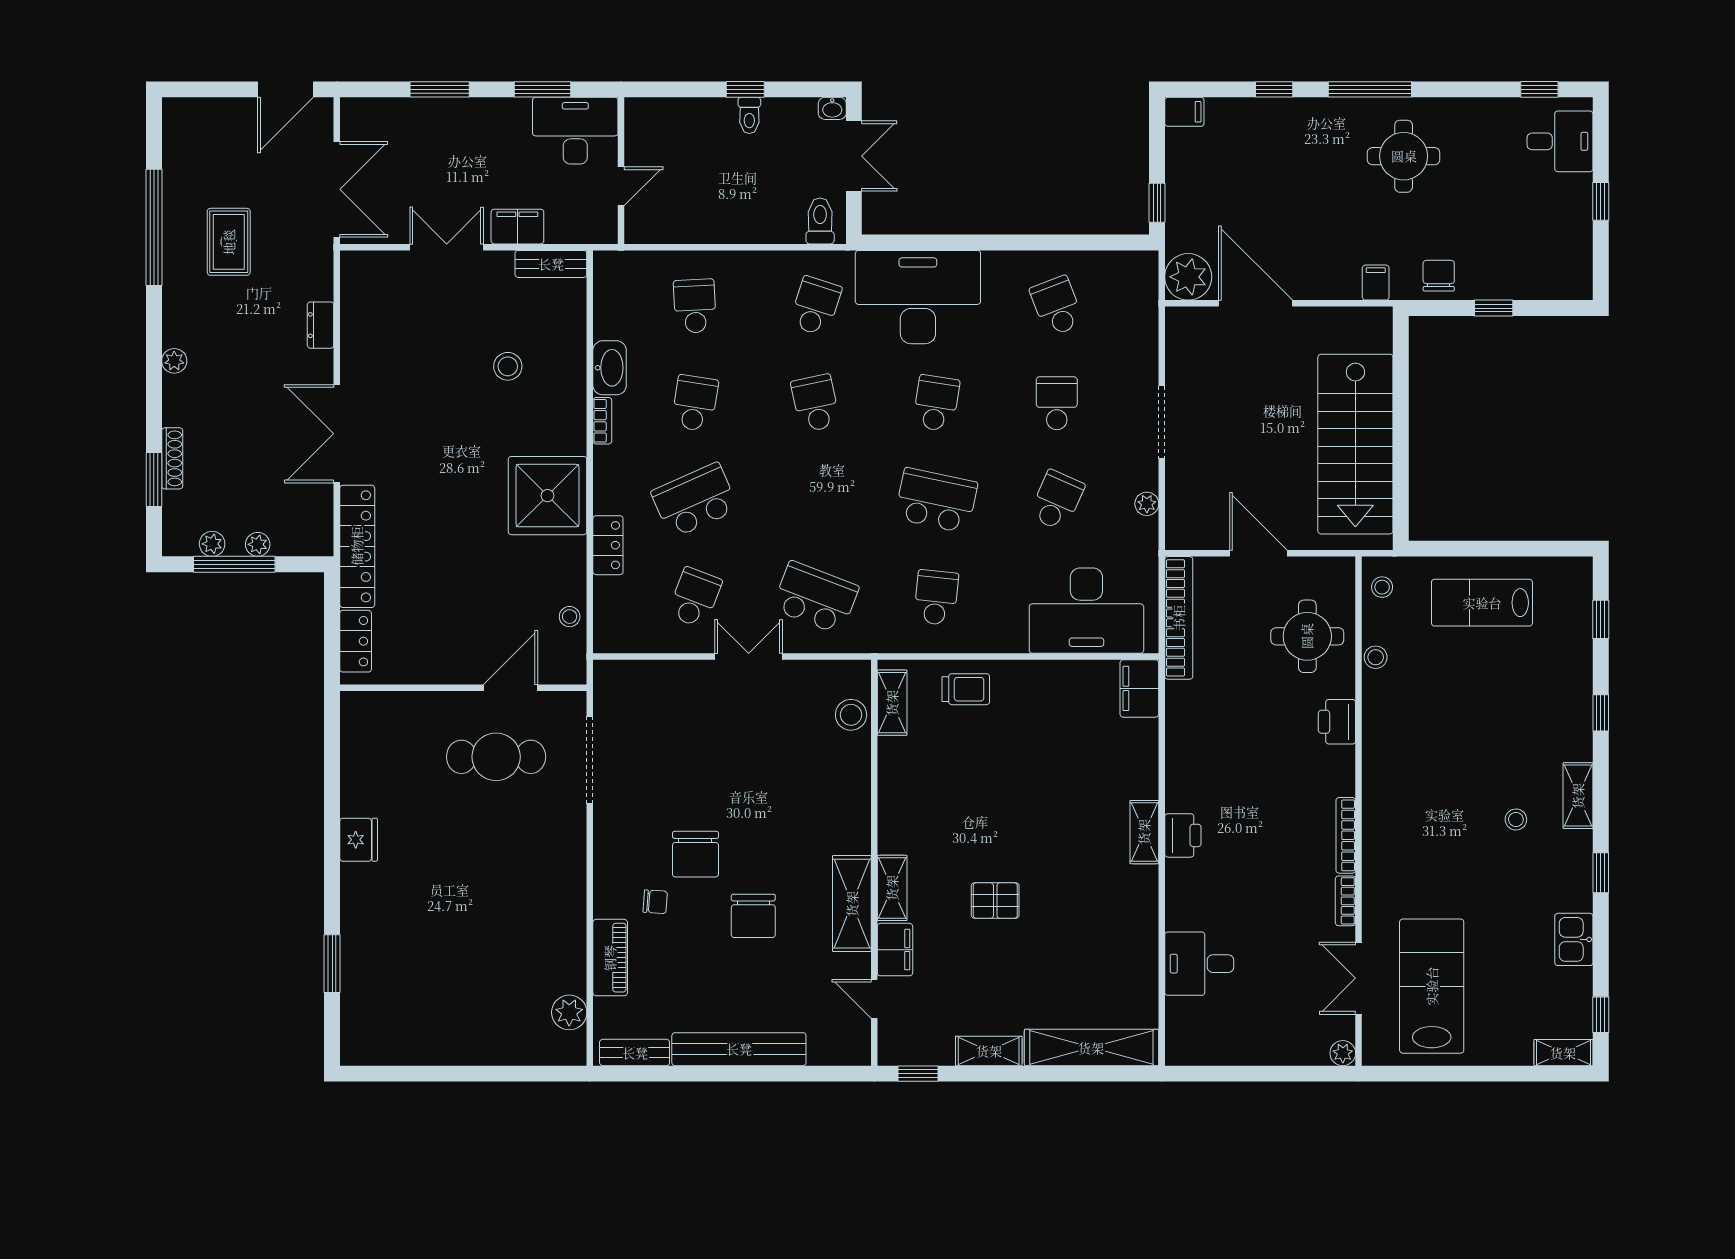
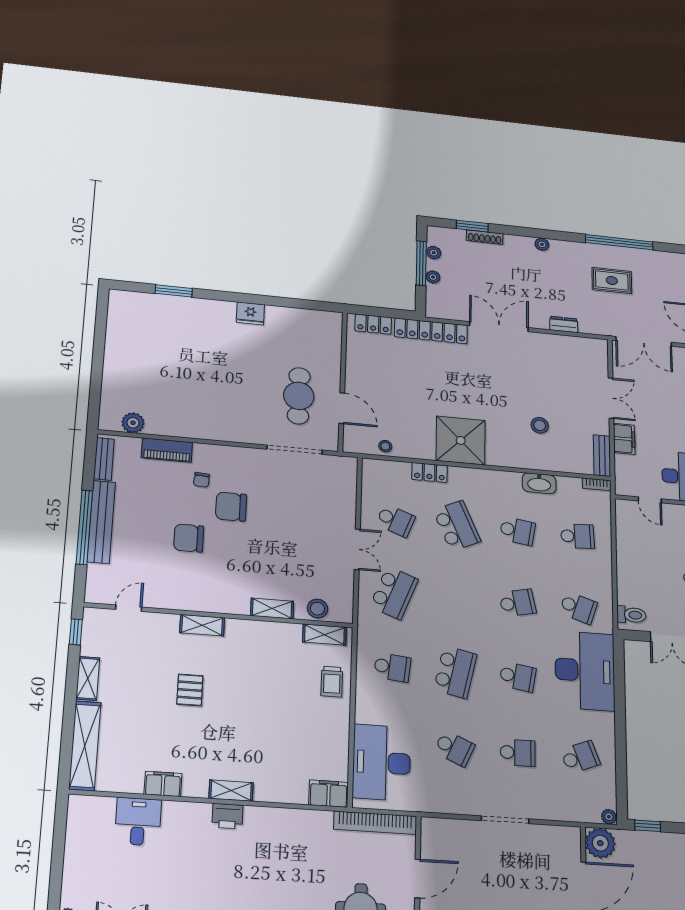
bookcase: (602, 421) -> (597, 484), moved
plant: (1147, 504) -> (609, 817), moved
shelving: (852, 904) -> (272, 608), moved, width x0.67, depth x0.75
filing cabinet: (895, 950) -> (163, 784), moved, turned 180
window: (750, 1074) -> (84, 527), added

